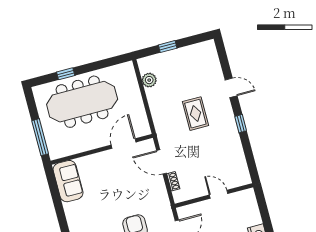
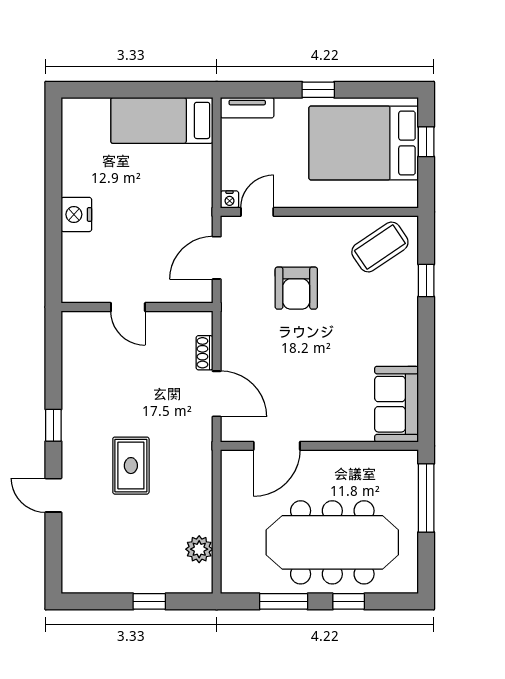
window: (99, 65) -> (284, 601), added

